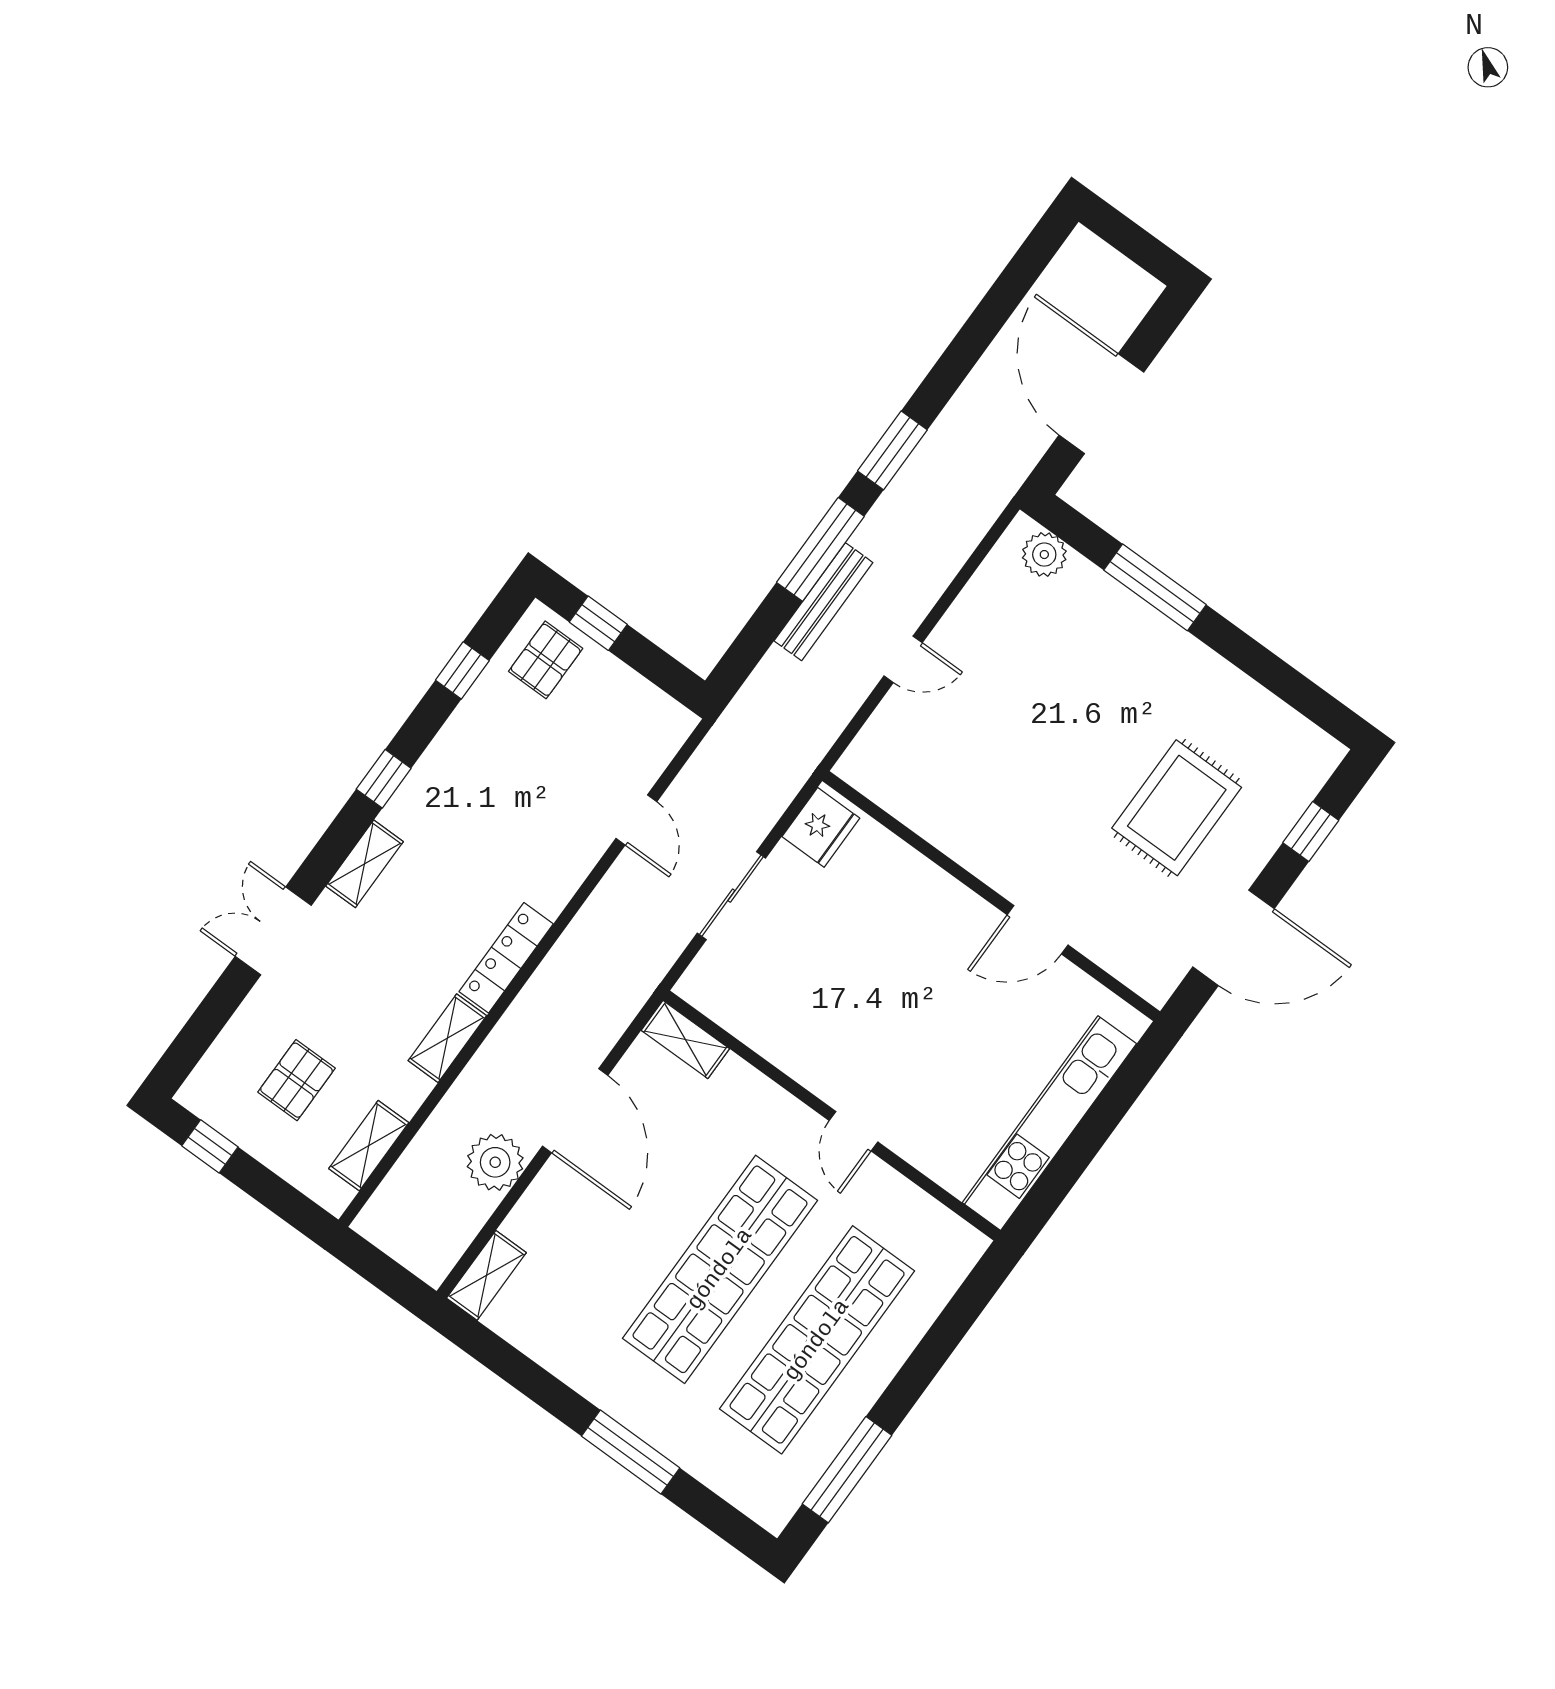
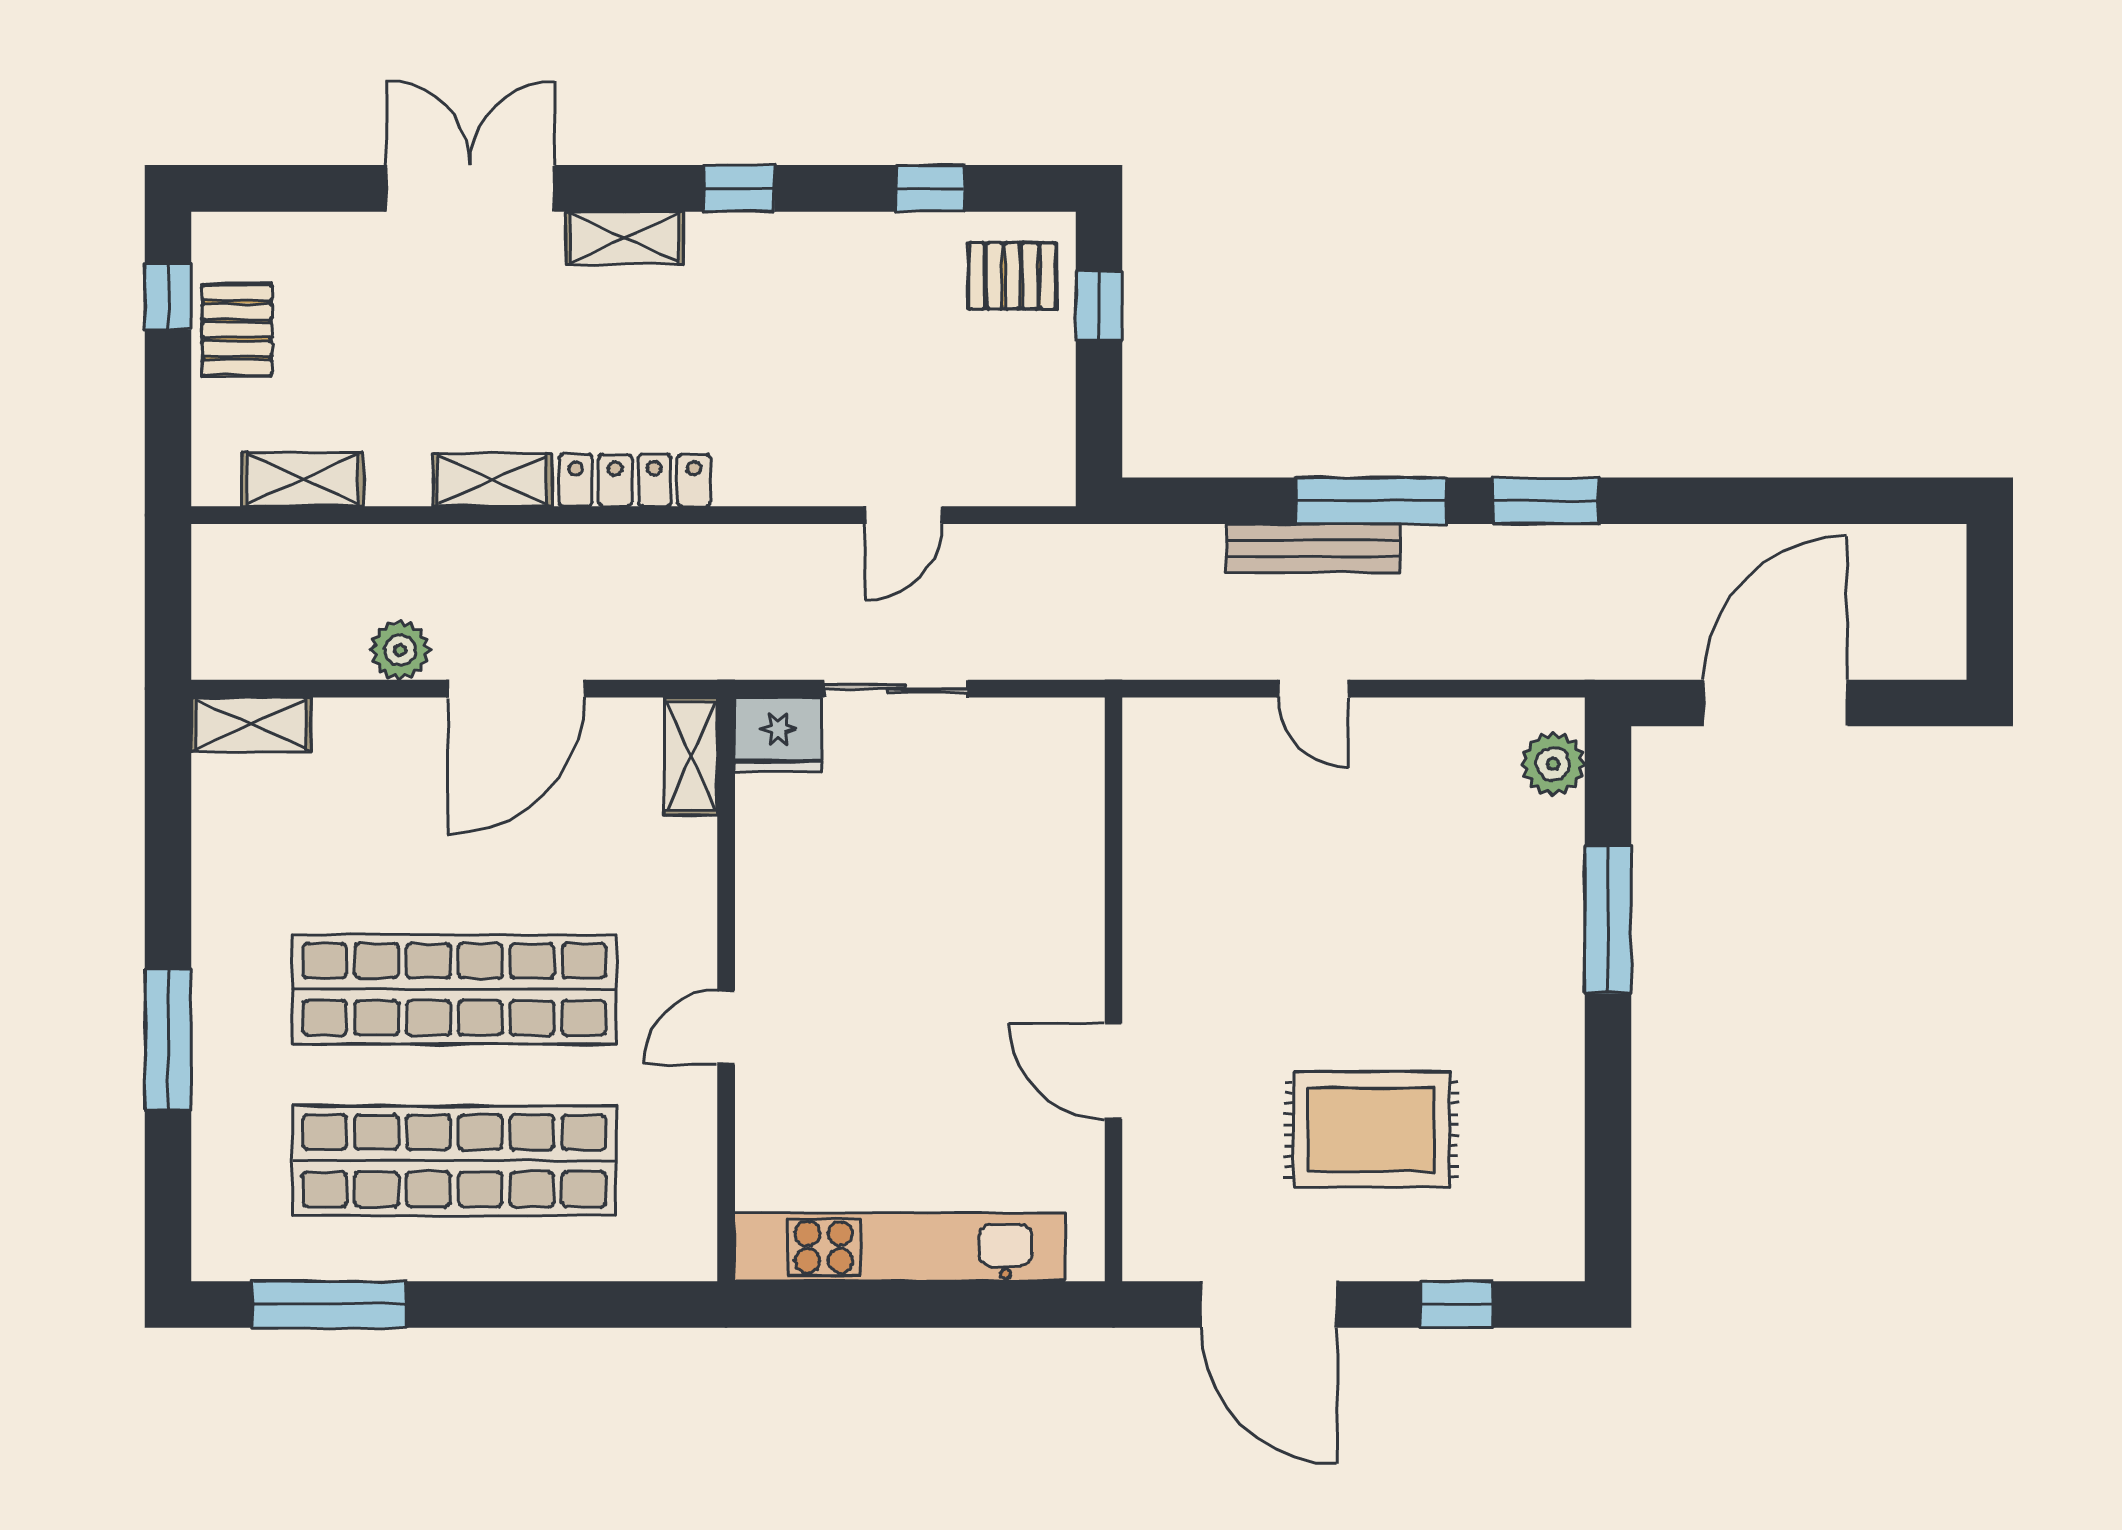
fridge: (821, 827) -> (778, 735), moved
double door: (273, 931) -> (470, 188), width x1.37
pallet: (297, 1080) -> (237, 330), moved, turned 90
plant: (495, 1162) -> (400, 650), width x0.73, depth x0.73

